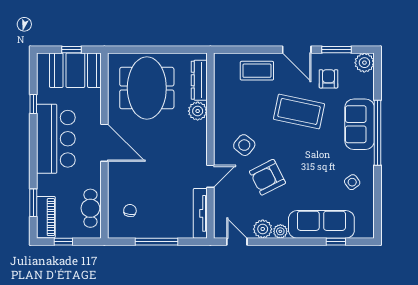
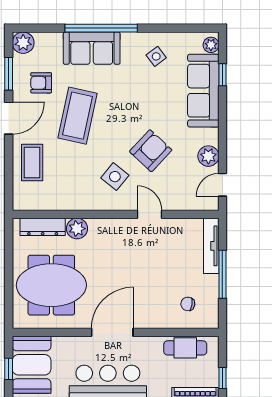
armchair: (267, 177) -> (151, 151), turned -110
tv unit: (200, 213) -> (211, 246), moved, turned 90
plant: (280, 231) -> (211, 45), moved

